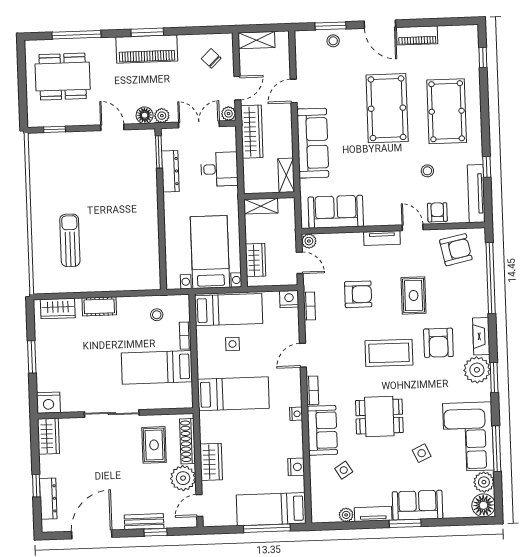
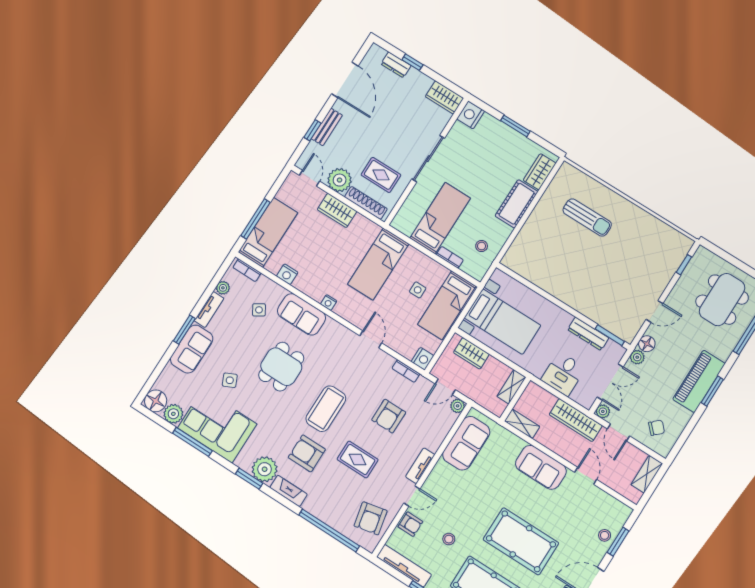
sofa: (313, 143) -> (541, 467), width x0.73
cot: (99, 306) -> (517, 204), width x1.37, depth x1.34
bookcase: (312, 390) -> (247, 270), moved
dresser: (48, 499) -> (396, 65), width x0.70

